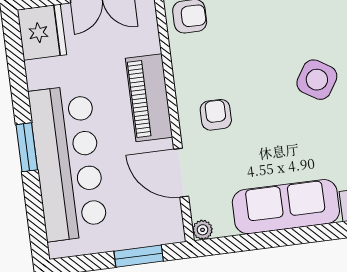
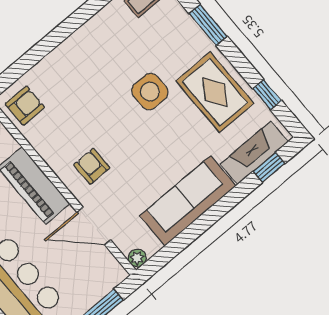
side table: (317, 80) -> (150, 92), turned -32

